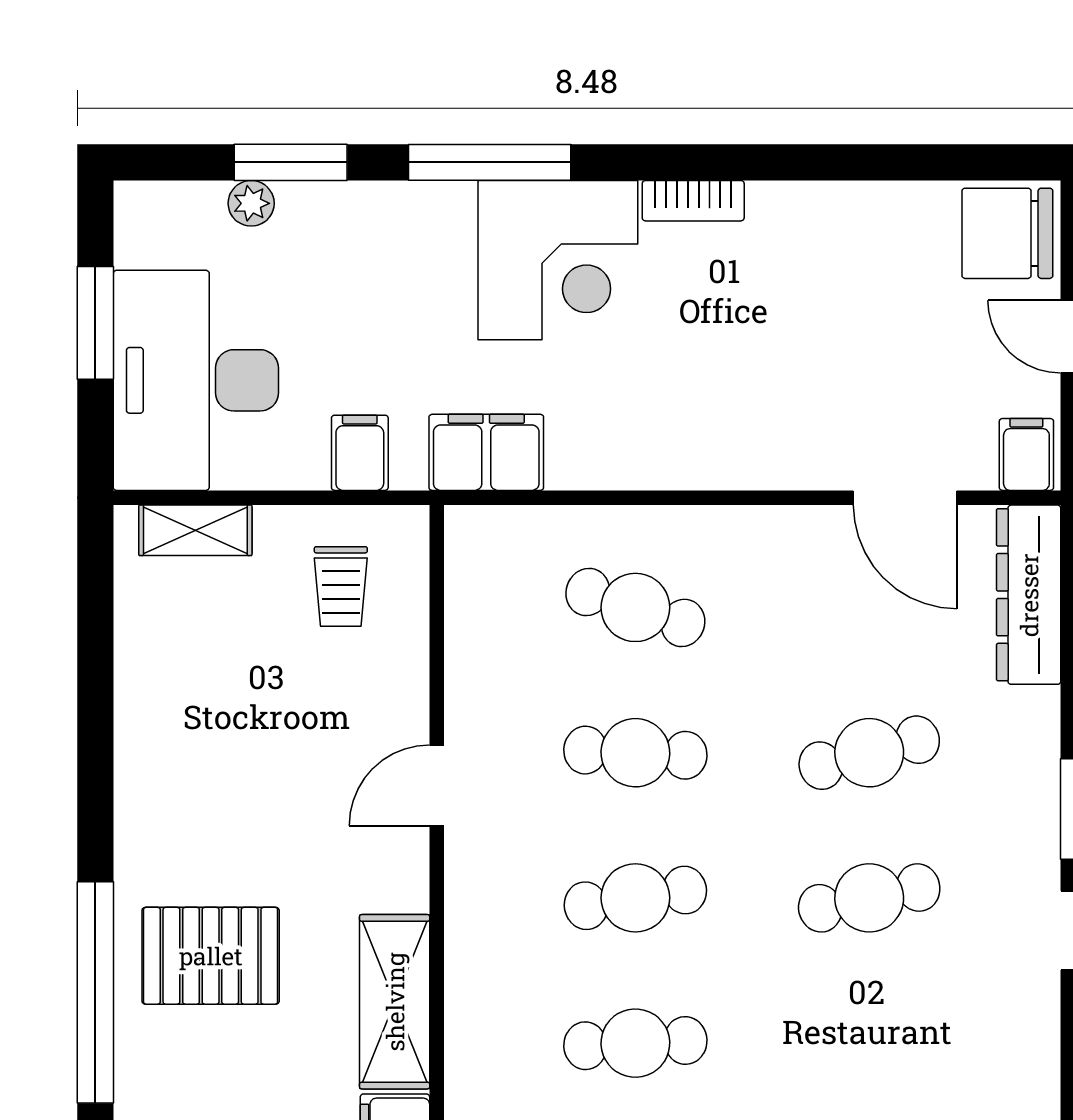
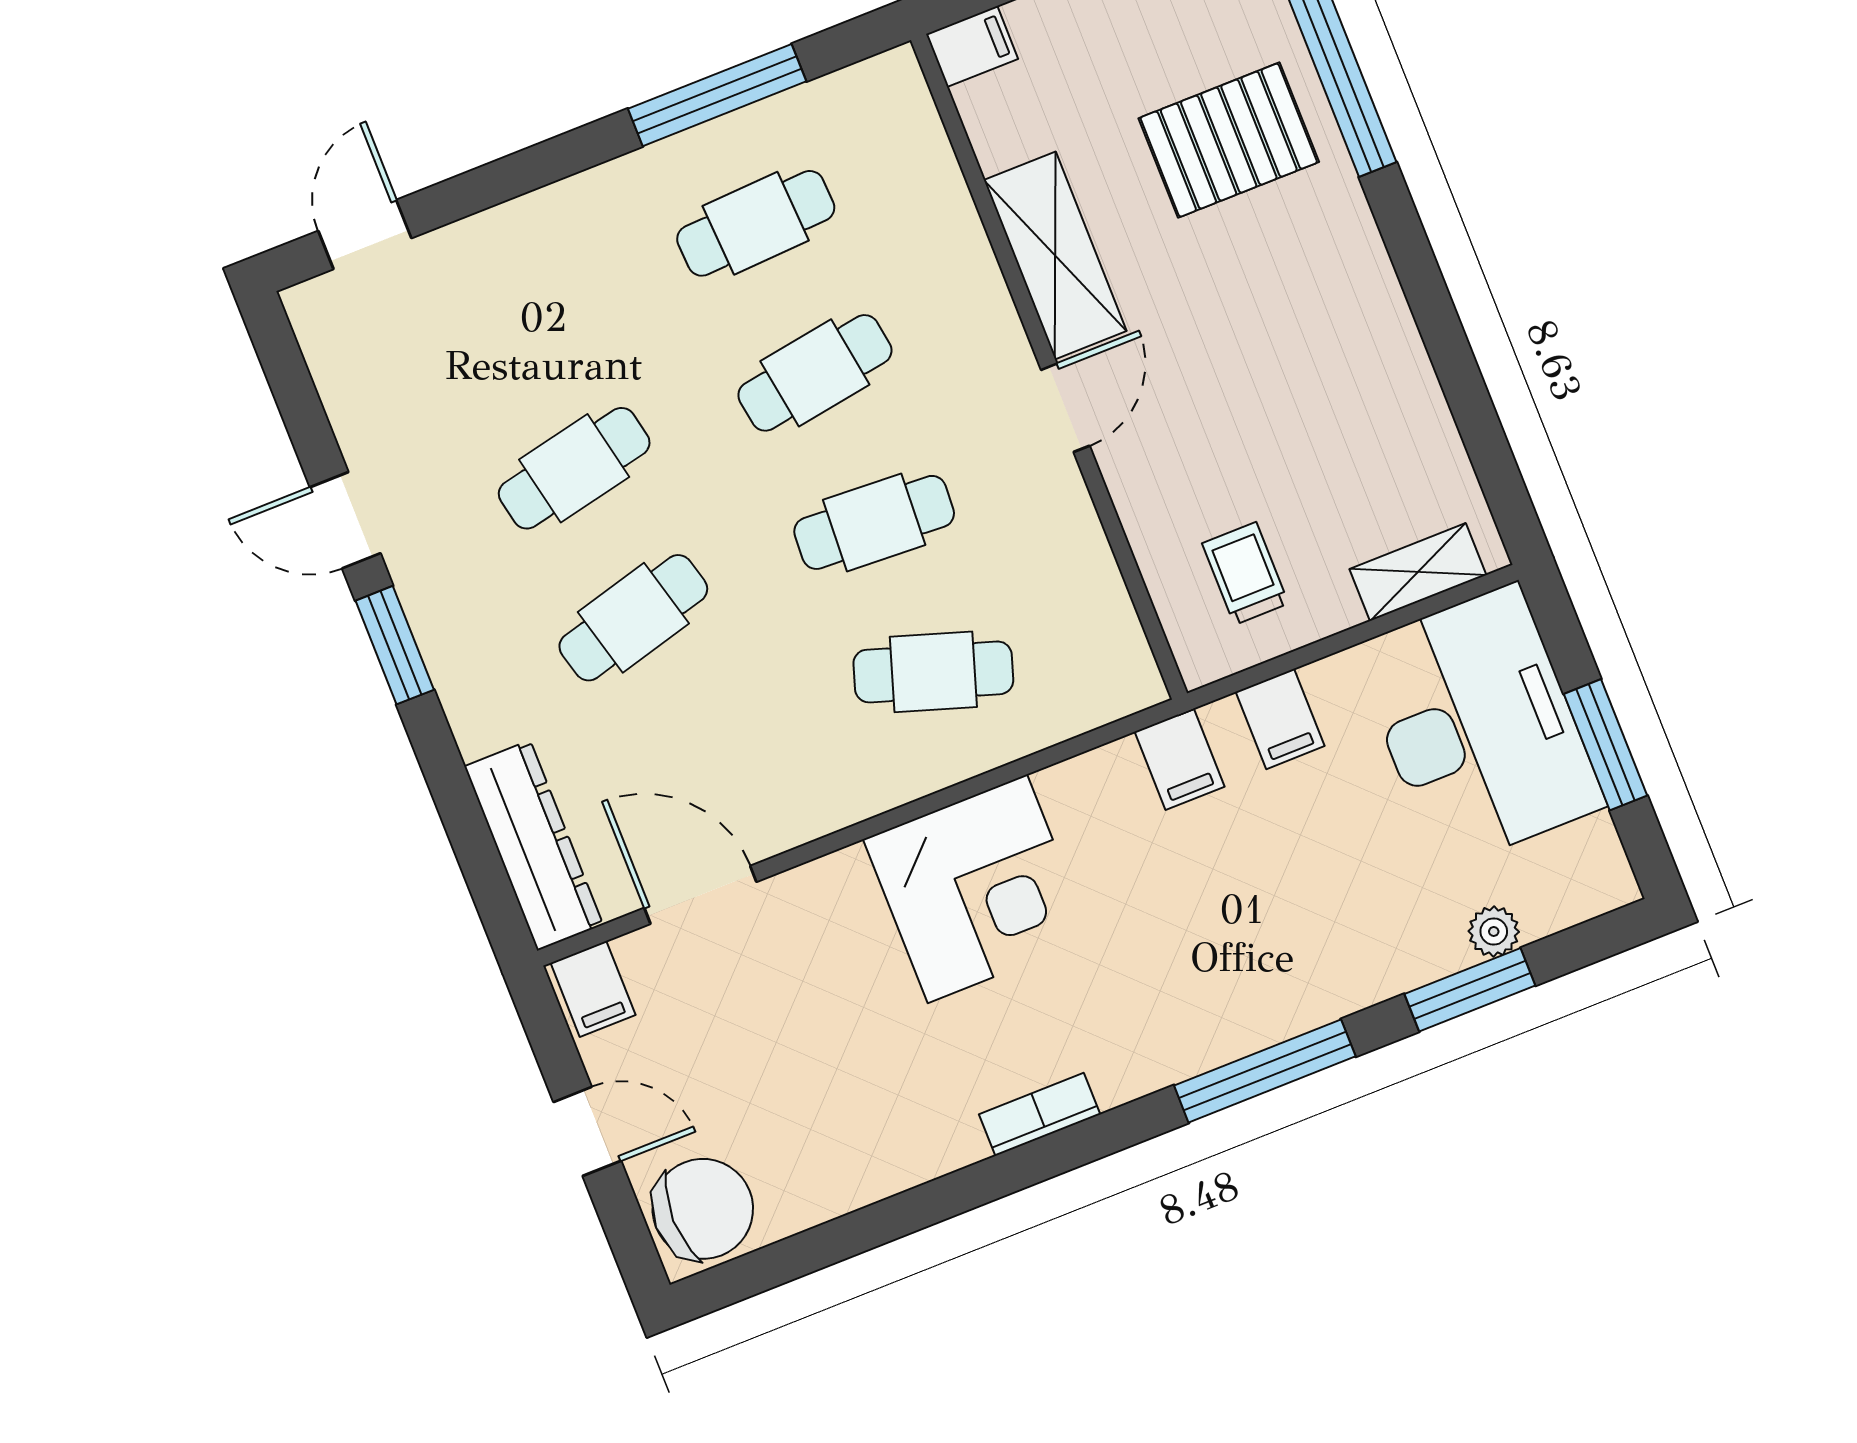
corner desk: (558, 260) -> (977, 889), moved, turned 180
filing cabinet: (486, 452) -> (1180, 759), width x0.50
shelving: (395, 1002) -> (1055, 255), moved

